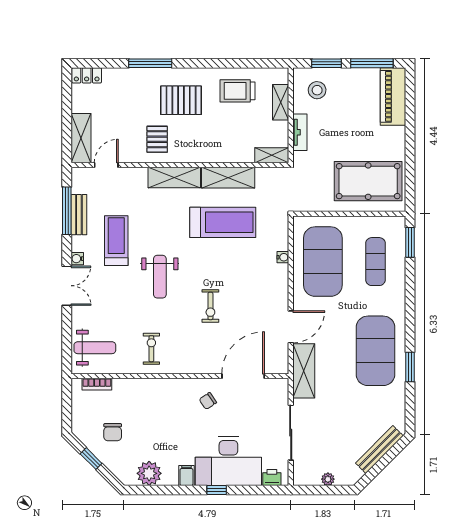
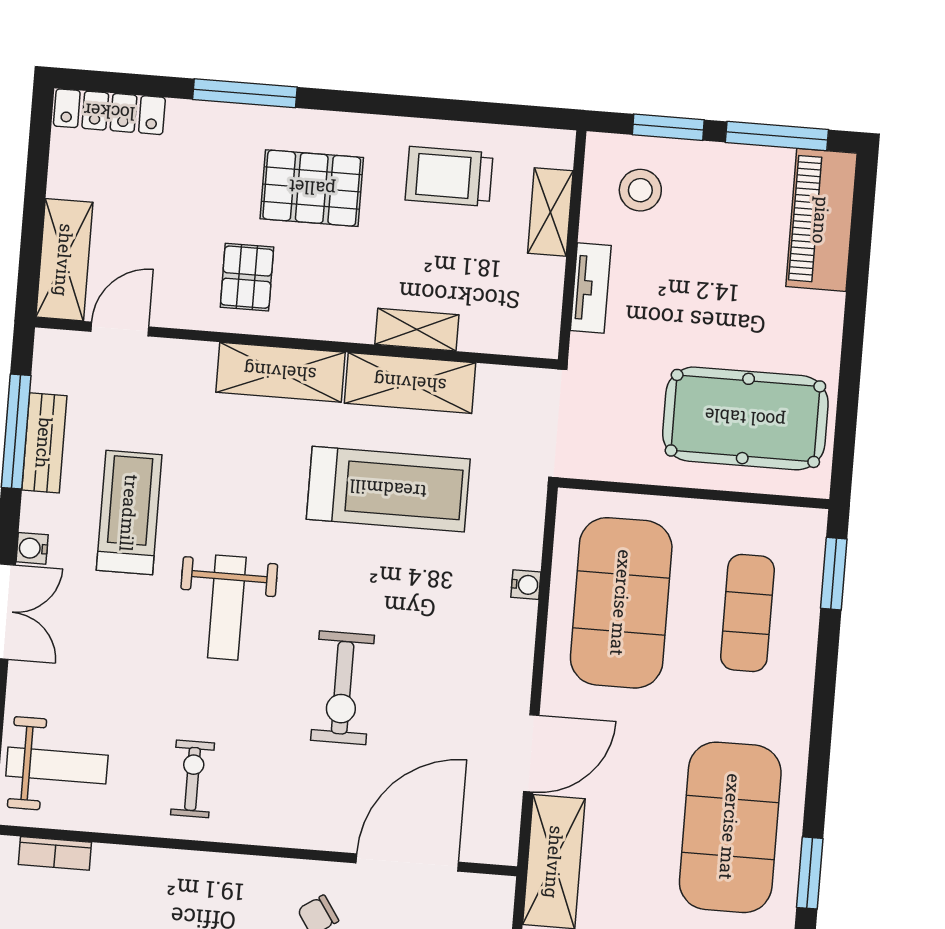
locker: (87, 75) -> (109, 112), width x1.53
shelving: (272, 155) -> (417, 330), moved
exercise bike: (210, 306) -> (343, 688), width x1.38, depth x1.39

